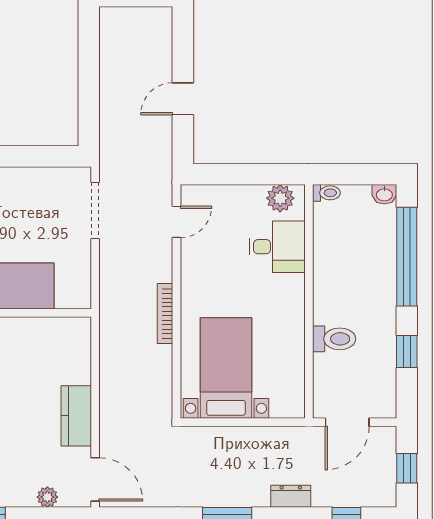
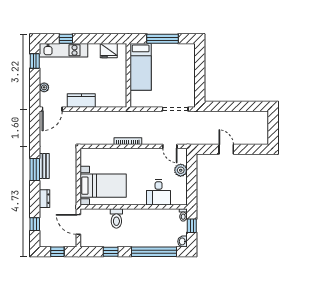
window: (350, 174) -> (192, 226), added
plant: (280, 198) -> (181, 170), moved
bed with nightstands: (226, 368) -> (103, 186), moved
bench: (219, 497) -> (44, 166), added

